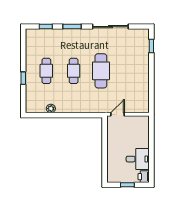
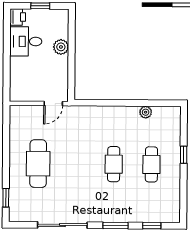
cafe table: (101, 71) -> (38, 164), moved
plant: (112, 155) -> (61, 47), added

